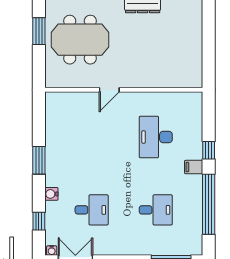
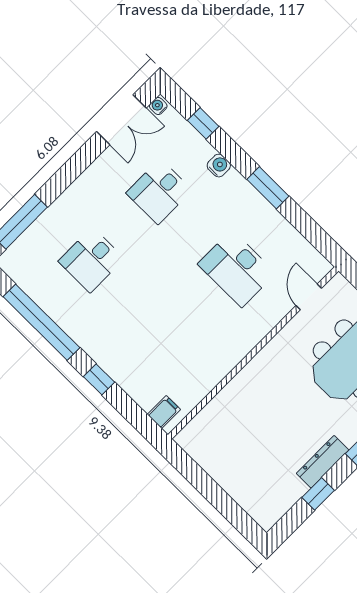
door: (109, 90) -> (309, 297), moved
desk: (156, 137) -> (237, 269), moved, turned 180
filing cabinet: (194, 167) -> (164, 412), moved

